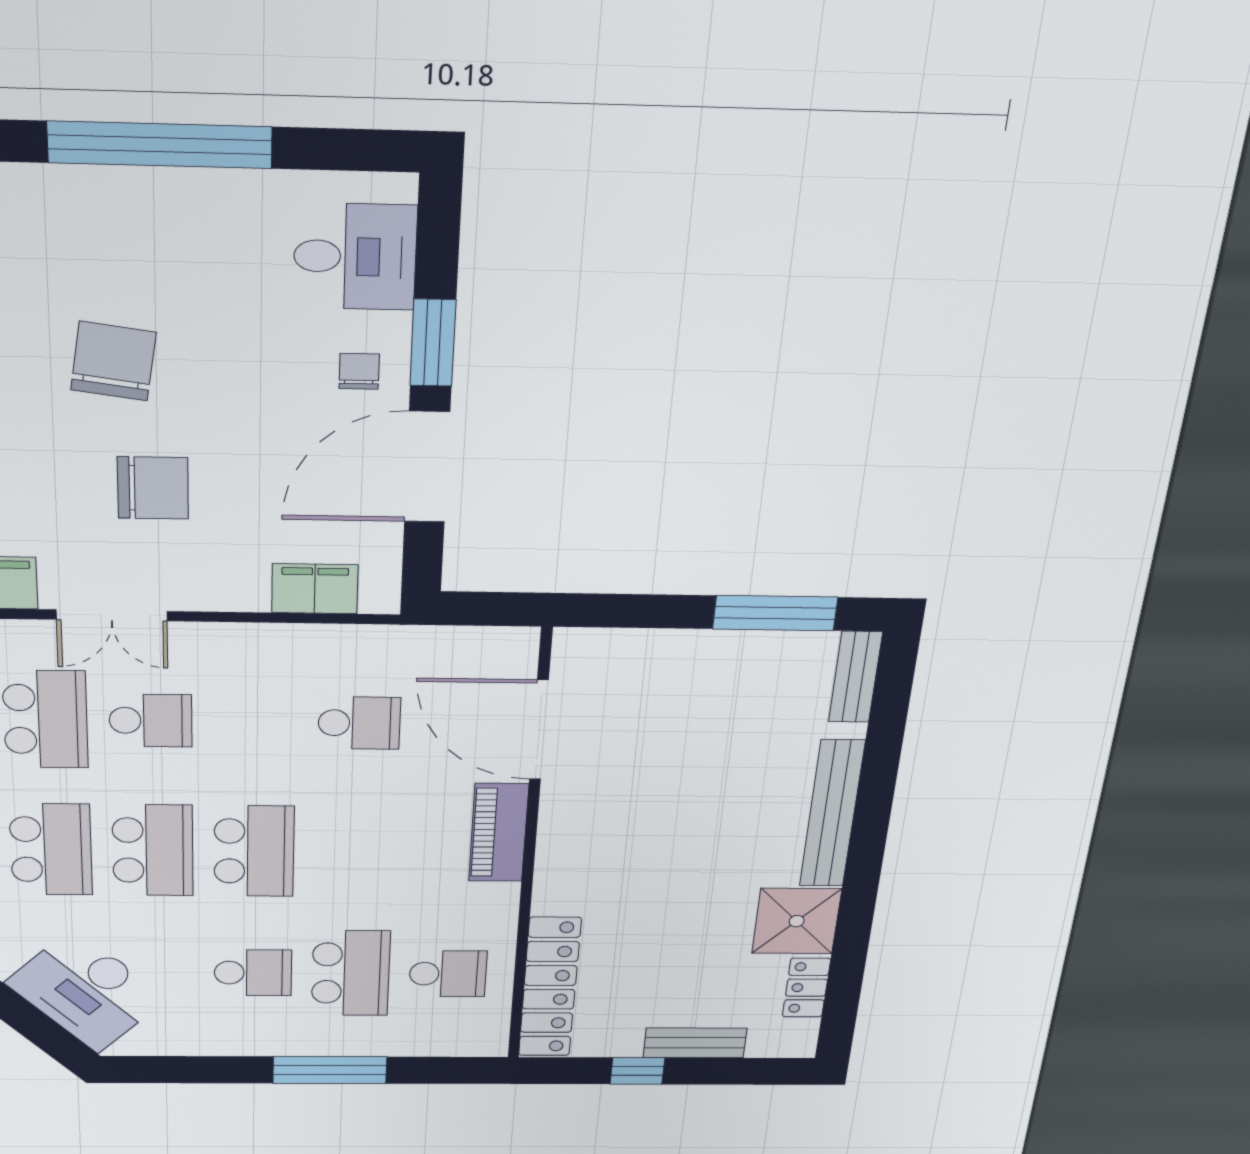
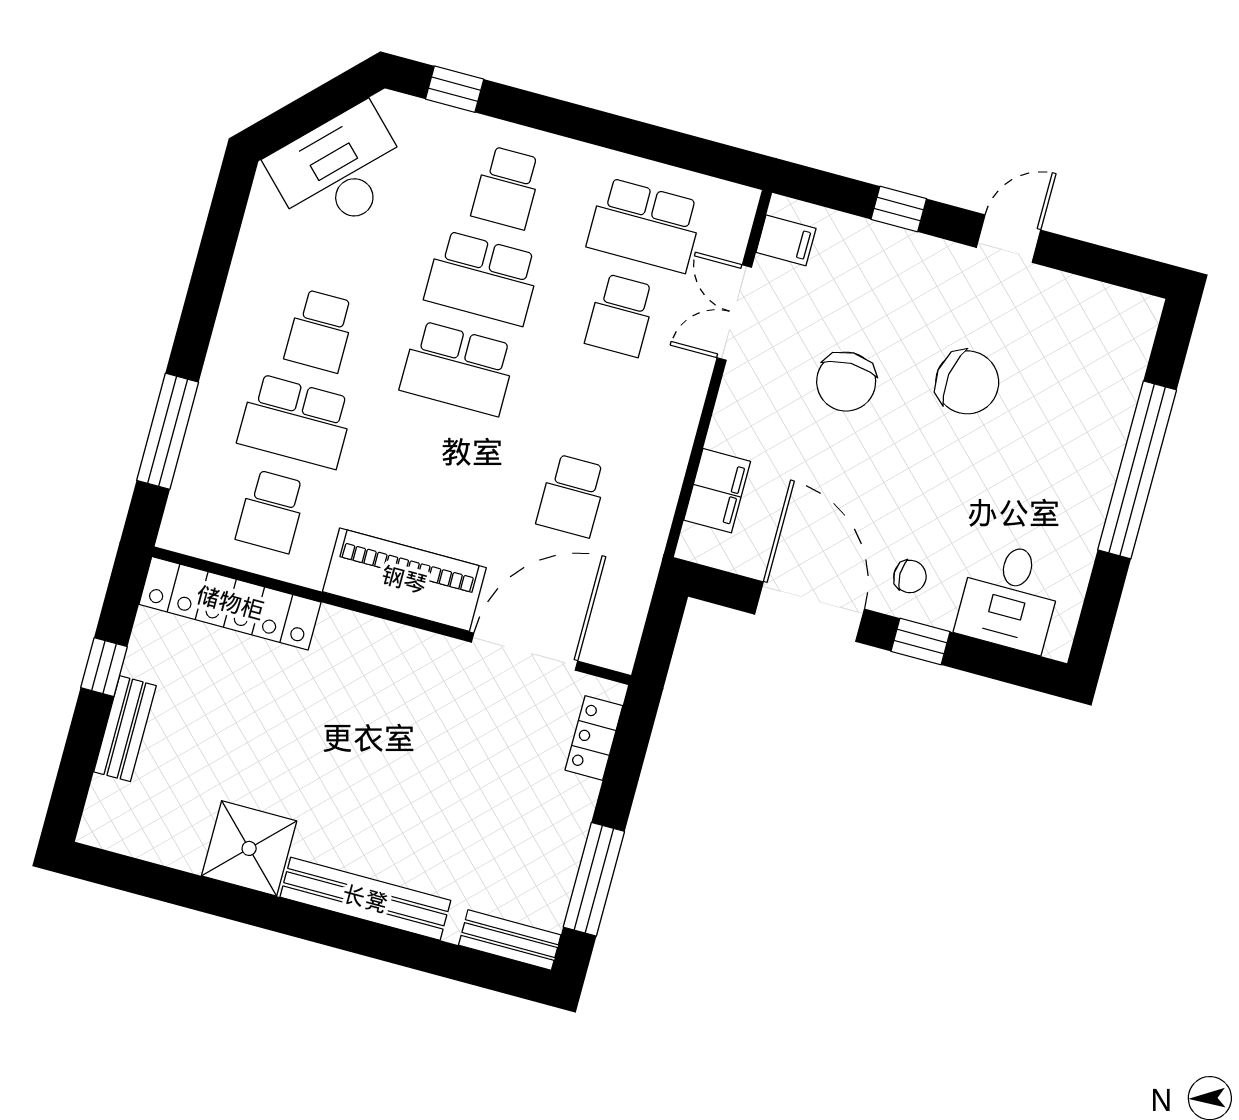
window: (433, 343) -> (921, 642), width x0.67
piano: (499, 833) -> (404, 580), width x1.37, depth x1.33
school desk: (51, 850) -> (507, 188), width x0.54
locker: (806, 988) -> (594, 738), moved, turned -90
window: (330, 1070) -> (168, 431), moved

